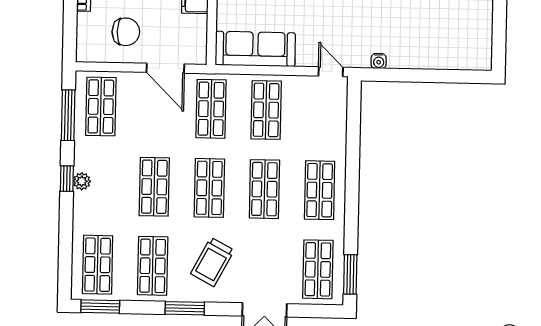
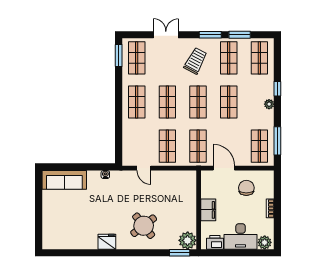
chair: (126, 32) -> (246, 188), turned 90
sofa: (255, 49) -> (64, 180), moved
door: (331, 72) -> (144, 168), moved
window: (67, 179) -> (277, 89), moved
window: (100, 306) -> (240, 35), moved

